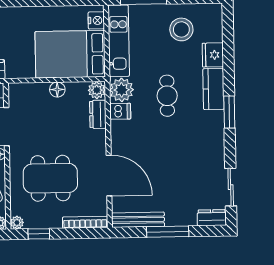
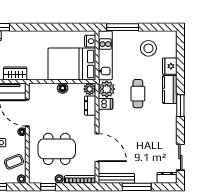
plant: (17, 223) -> (59, 179), moved

